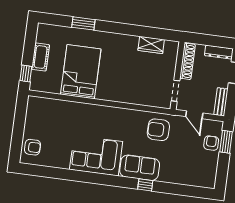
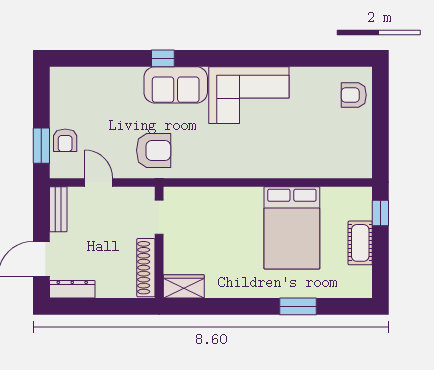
shoe rack: (187, 61) -> (146, 268), moved
wall: (177, 76) -> (159, 242), moved
doorway: (175, 91) -> (159, 217), moved

